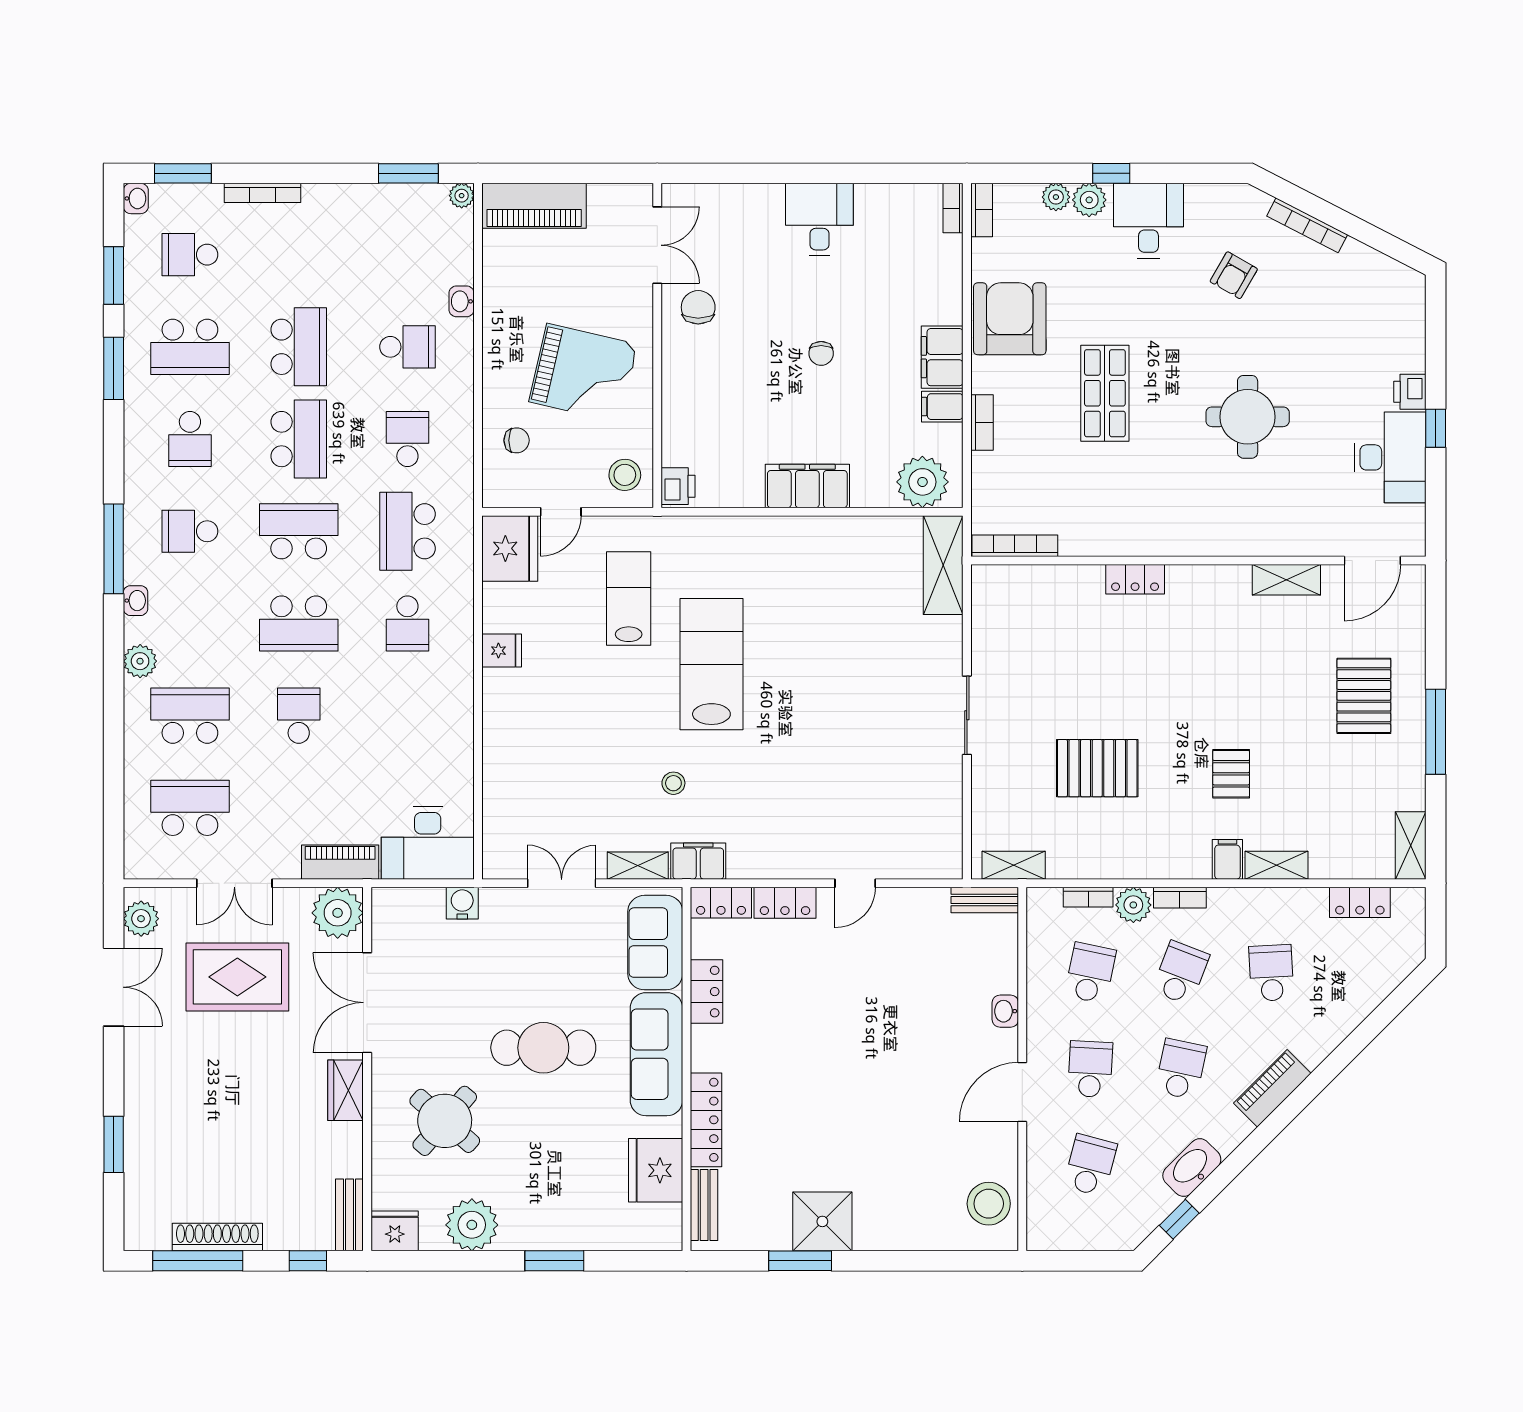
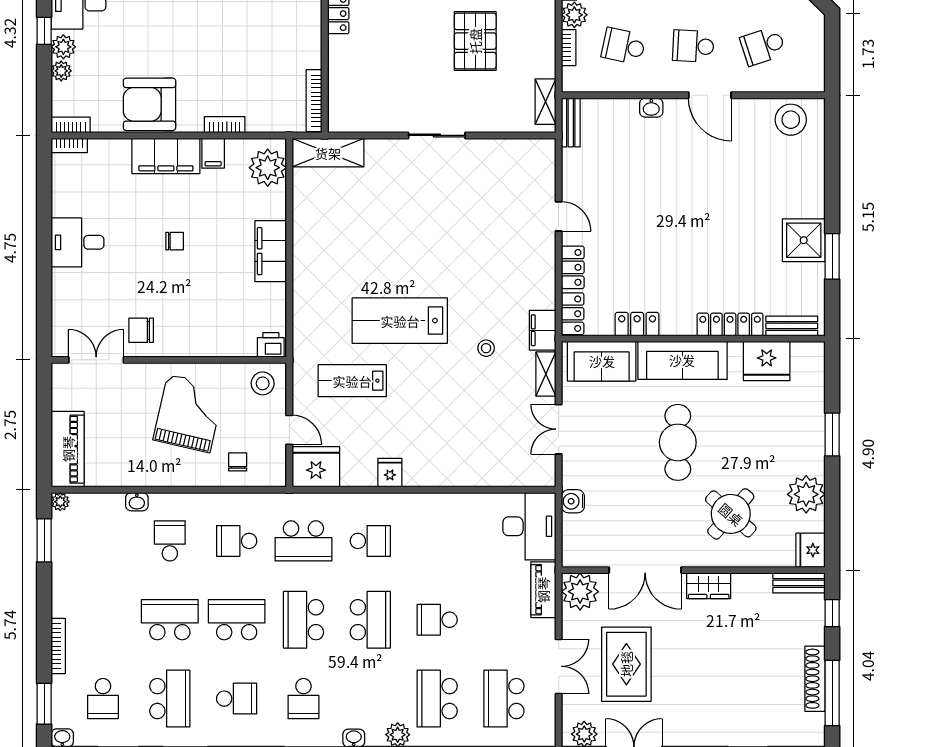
filing cabinet: (942, 357) -> (166, 156), width x1.50, depth x1.17
shop shelf: (1105, 393) -> (203, 35), removed
school desk: (1090, 1165) -> (763, 46), turned -33

